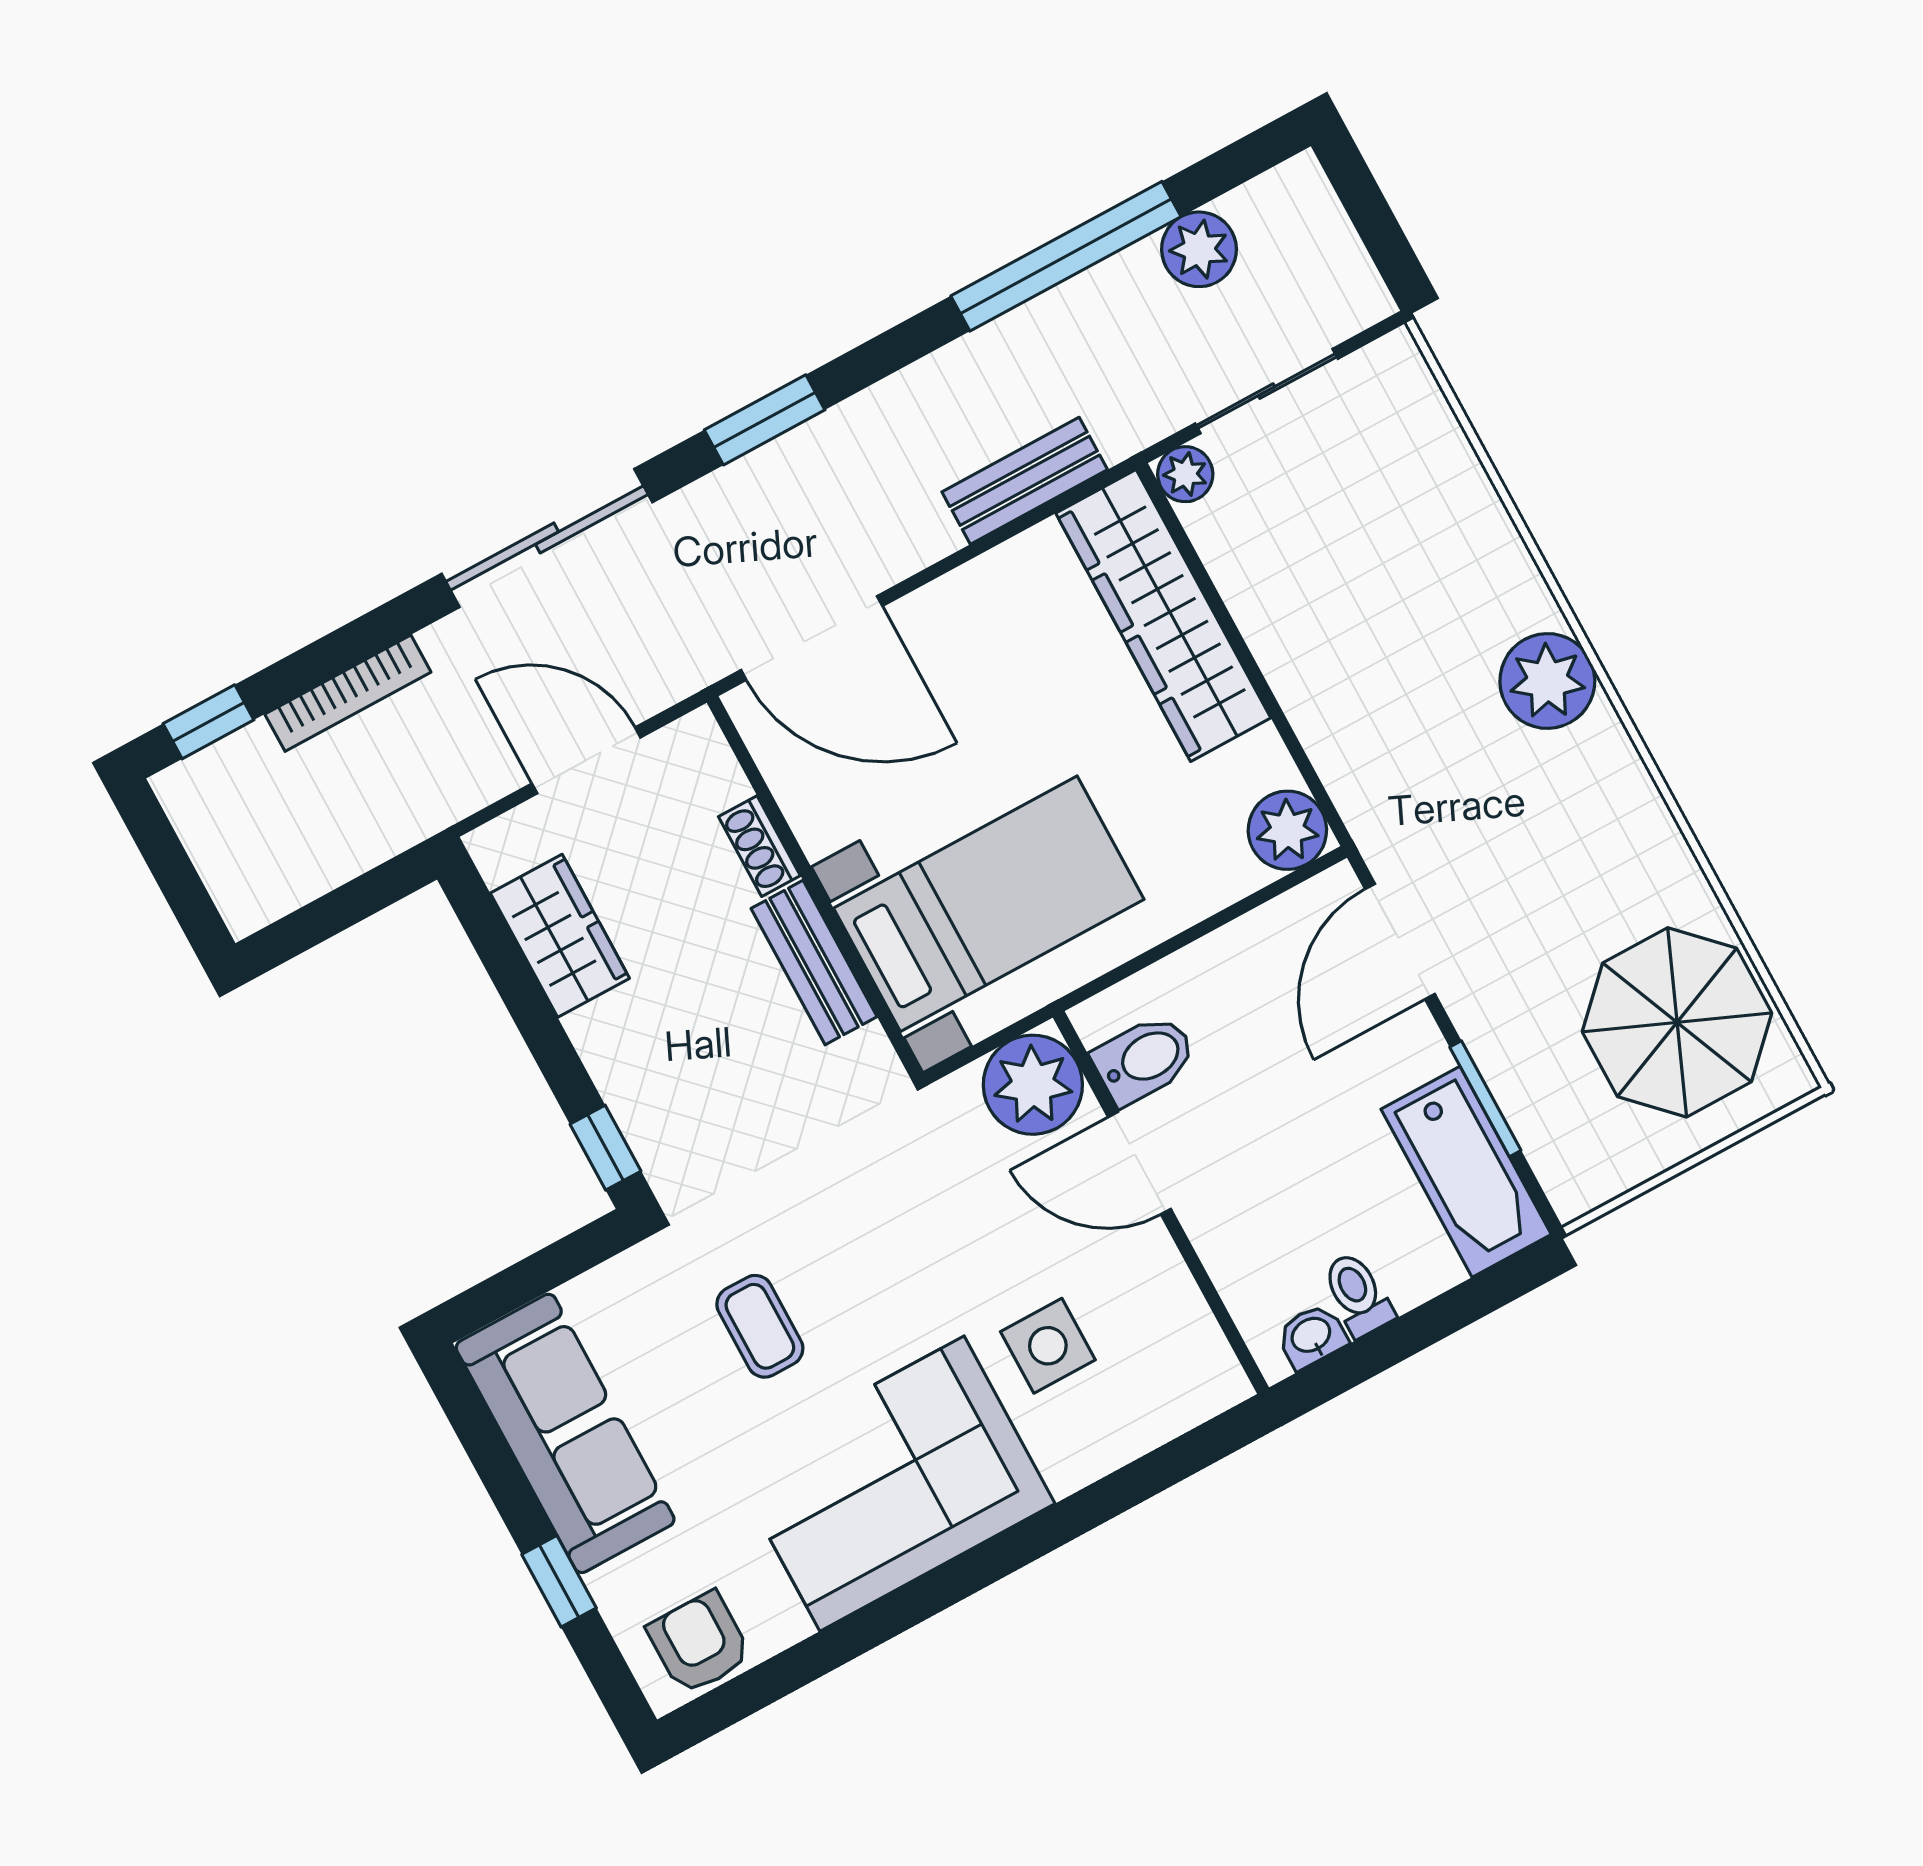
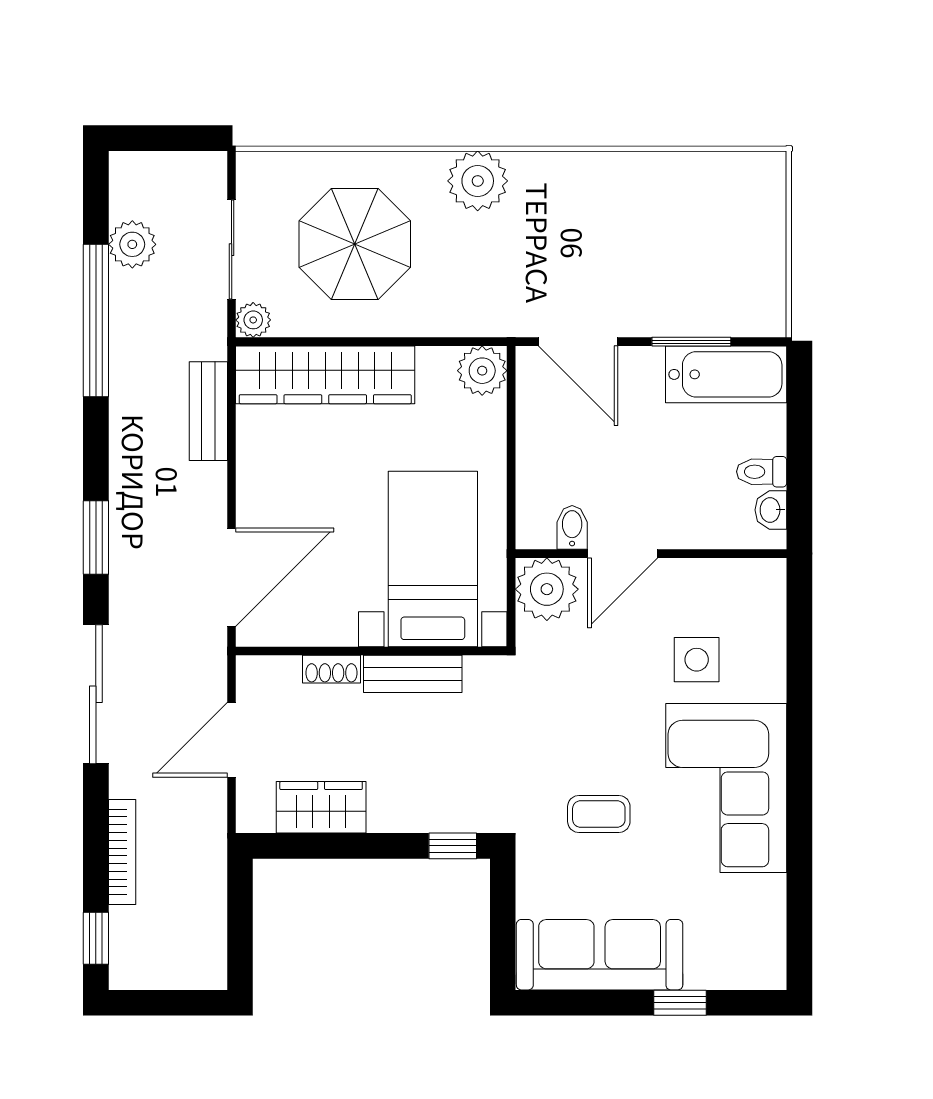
parasol: (1677, 1022) -> (355, 244), moved
bidet: (1144, 1059) -> (572, 527), width x0.72, depth x0.74
armchair: (699, 1643) -> (757, 943), removed

